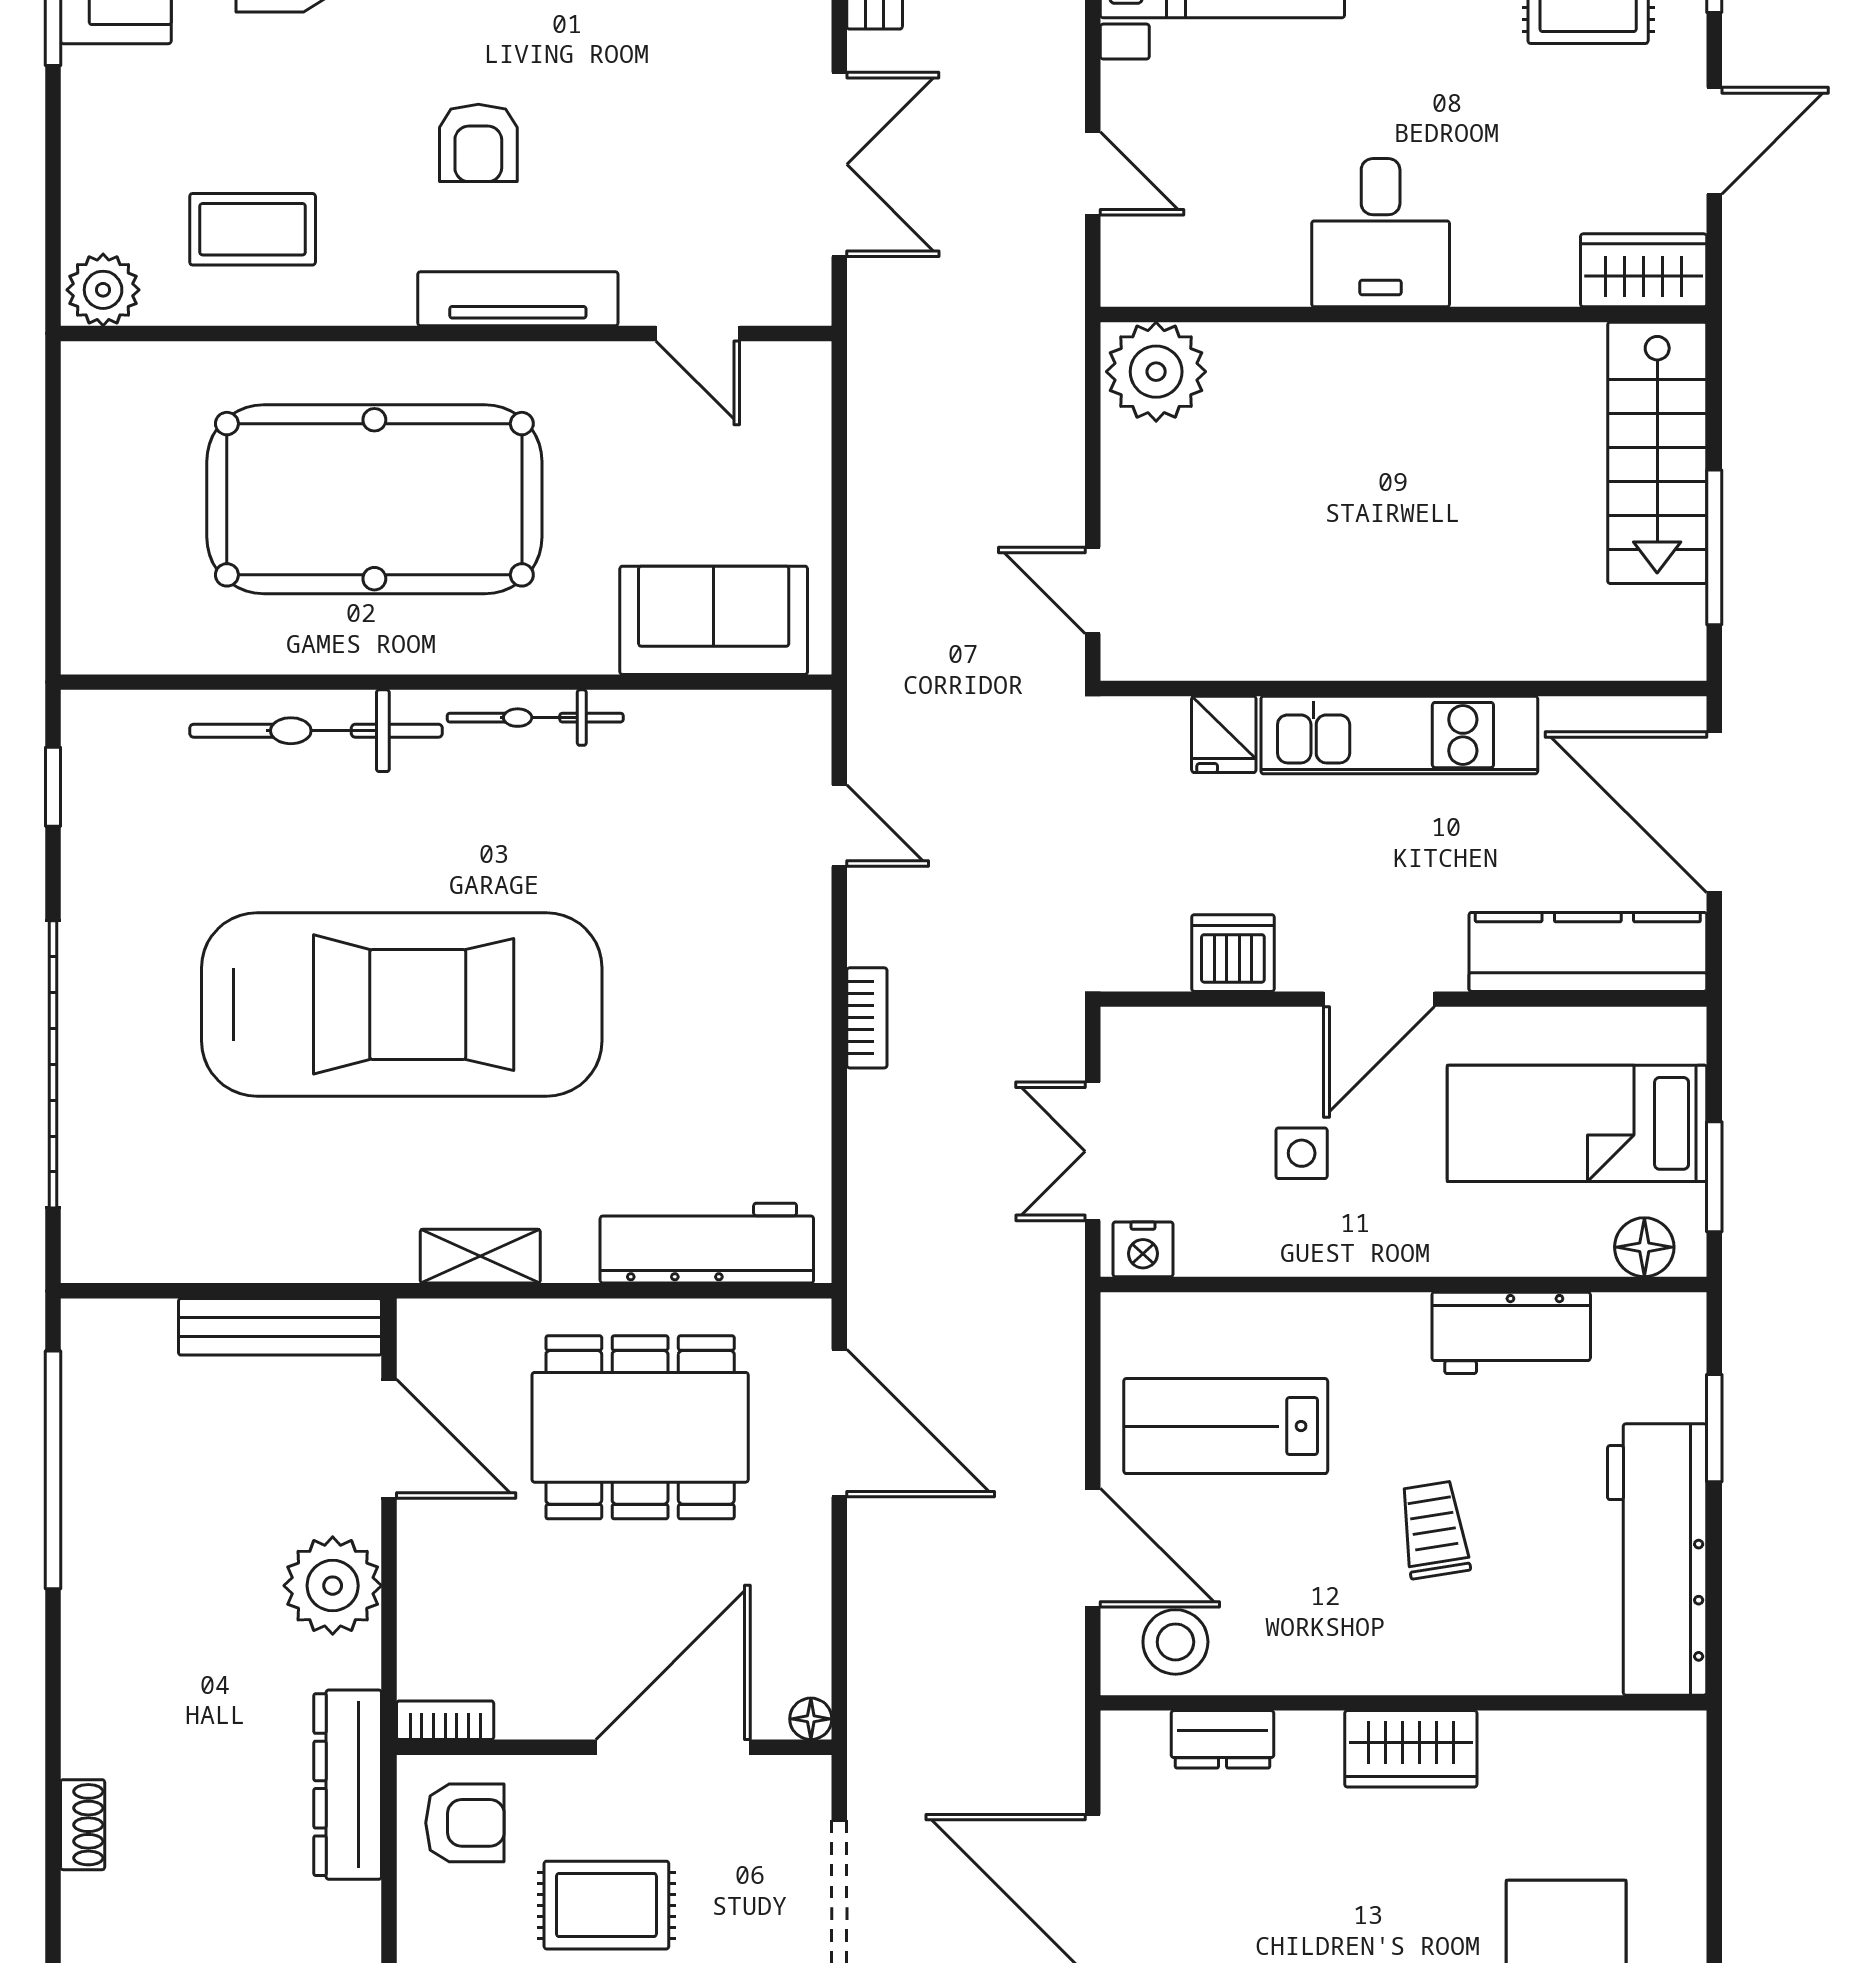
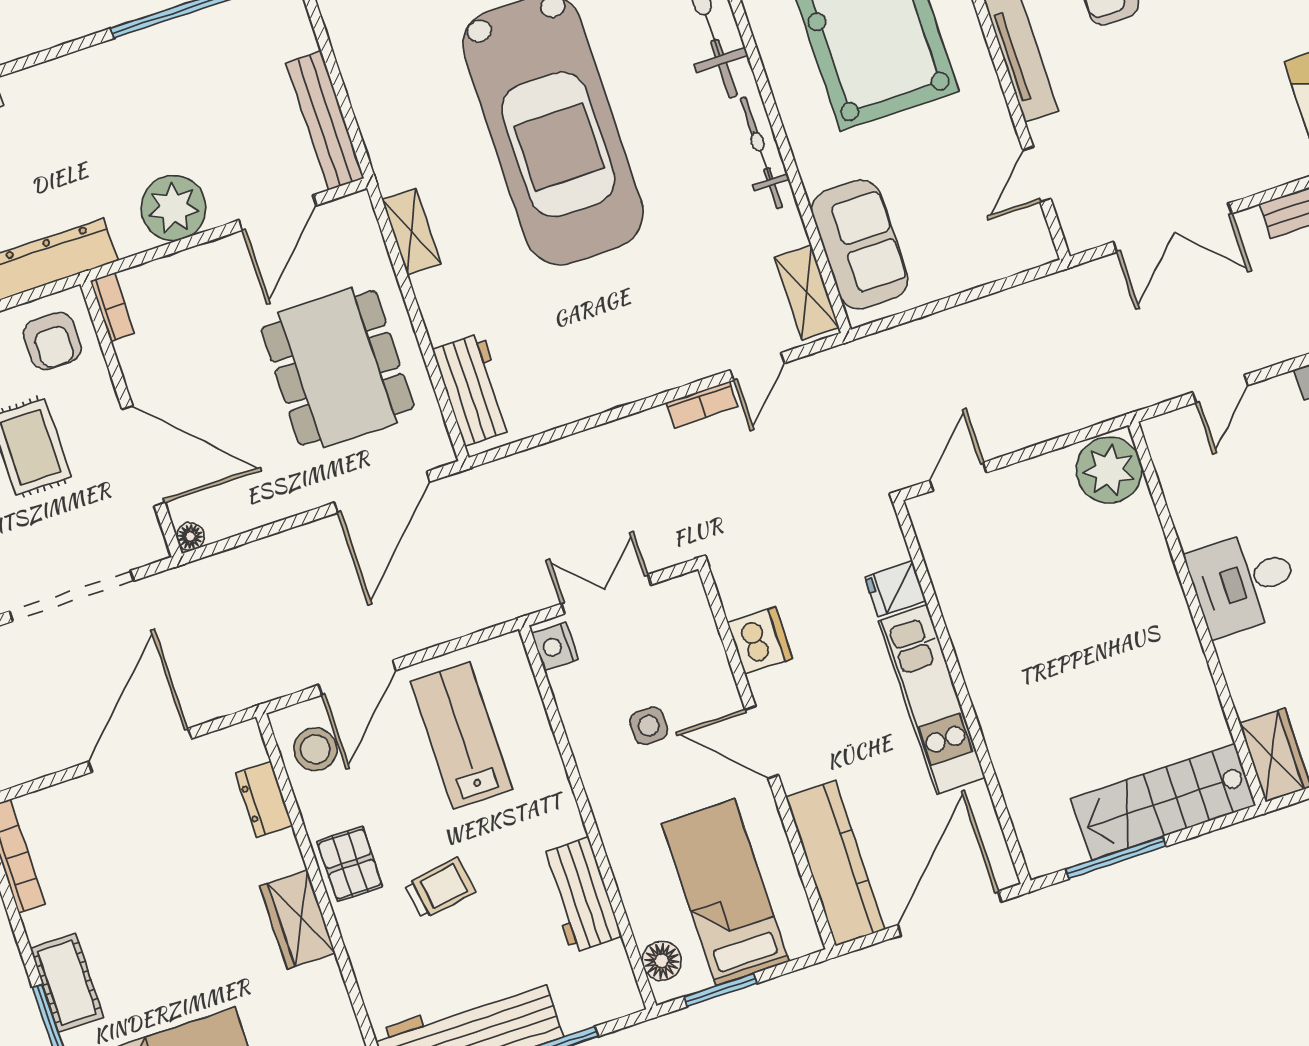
shelving: (757, 719) -> (807, 292), added
bookcase: (867, 1018) -> (702, 404), moved
workbench: (707, 1243) -> (473, 389), width x0.73
pallet: (1356, 1647) -> (350, 864), added

